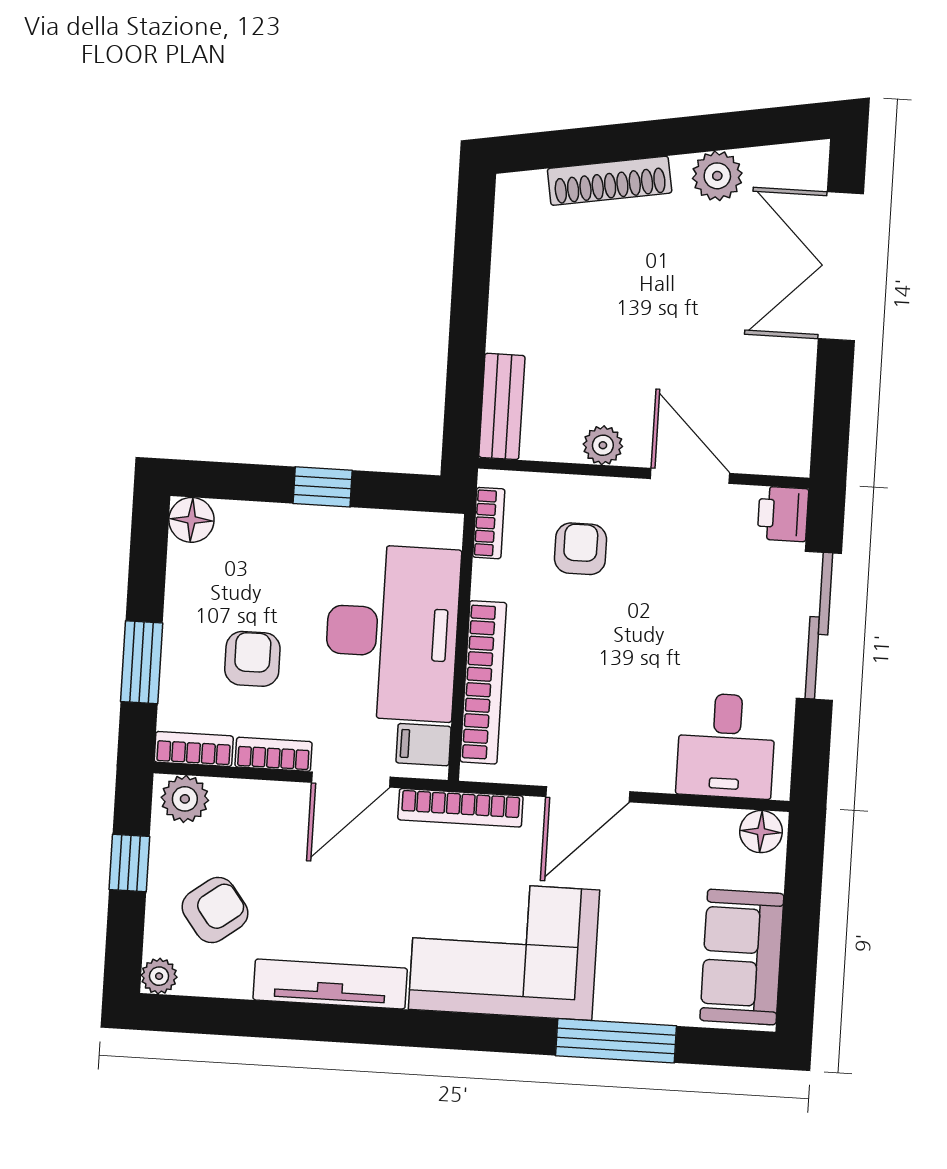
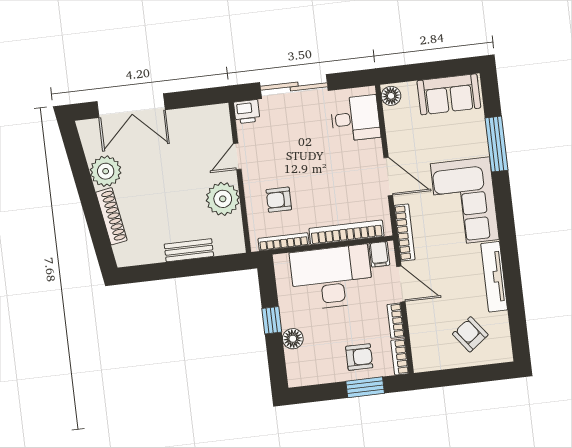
plant: (717, 176) -> (106, 171), width x1.36, depth x1.36
bench: (502, 406) -> (189, 250), moved
plant: (603, 445) -> (223, 199), width x1.87, depth x1.87
door: (690, 476) -> (237, 156), width x0.73
floor lamp: (191, 520) -> (293, 339), moved
bookcase: (489, 523) -> (284, 242), width x1.56
armchair: (252, 659) -> (359, 357), moved, turned 180
plant: (185, 799) -> (423, 357), removed
window: (129, 863) -> (456, 377), removed
plant: (159, 976) -> (504, 354), removed

